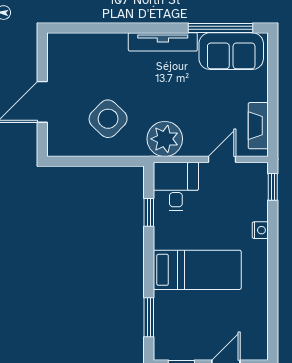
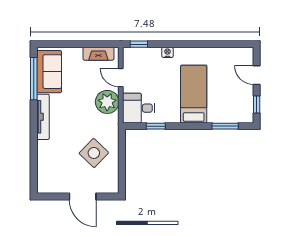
plant: (165, 139) -> (107, 102), moved

